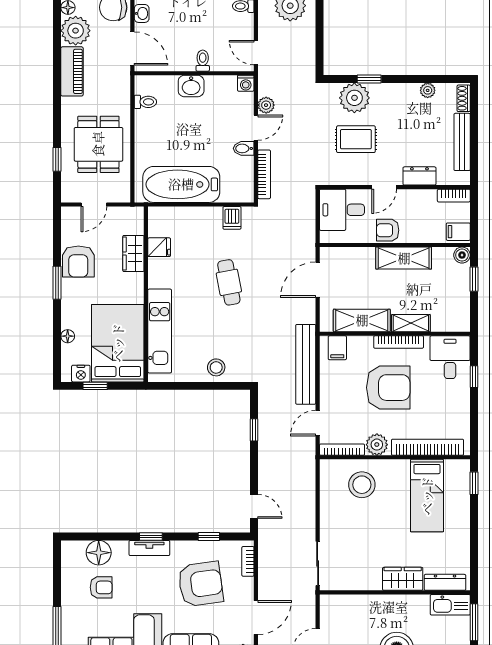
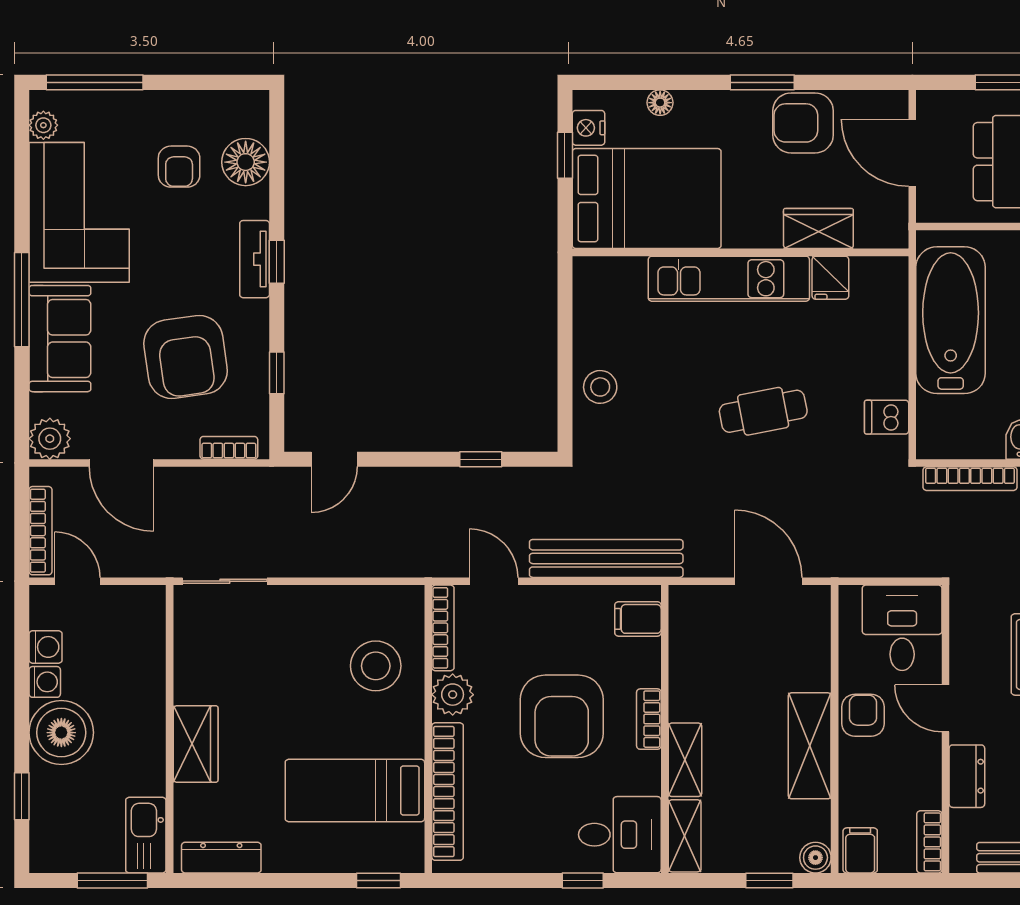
door: (94, 204) -> (912, 153), width x1.38
shelving: (362, 320) -> (685, 836), moved, width x0.67, depth x0.75
kitchen unit: (160, 331) -> (729, 279), moved
bookcase: (399, 342) -> (649, 719), width x0.64
dresser: (445, 582) -> (221, 858), moved, turned -90

